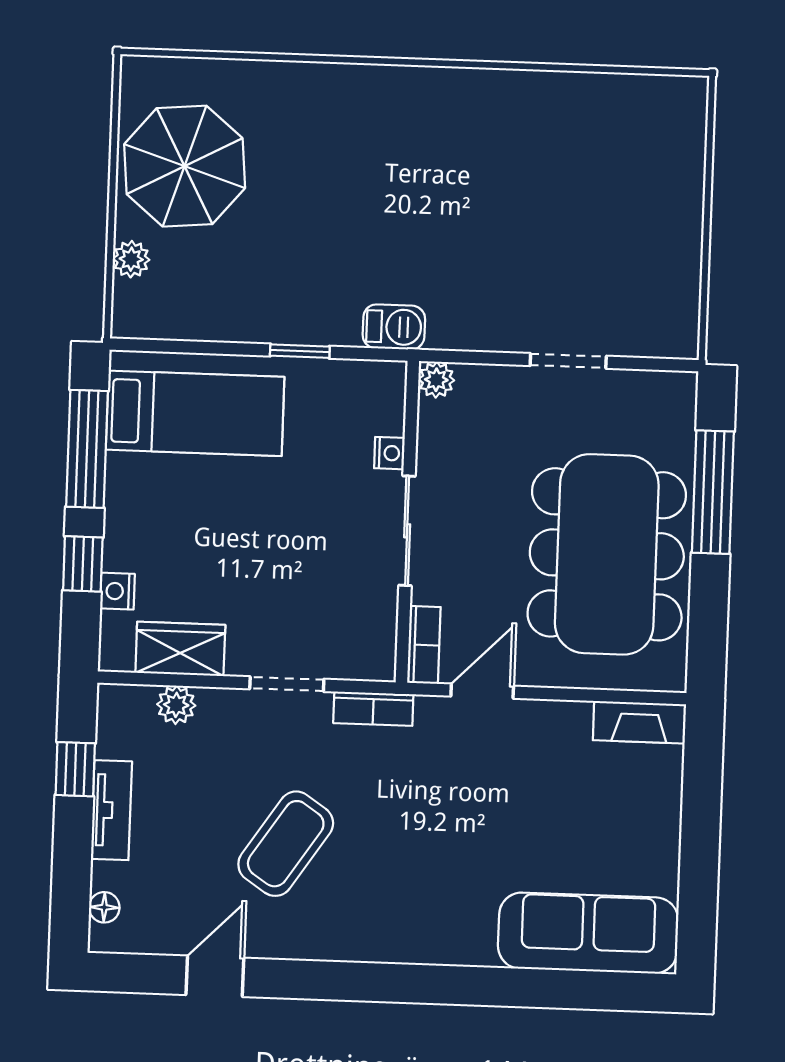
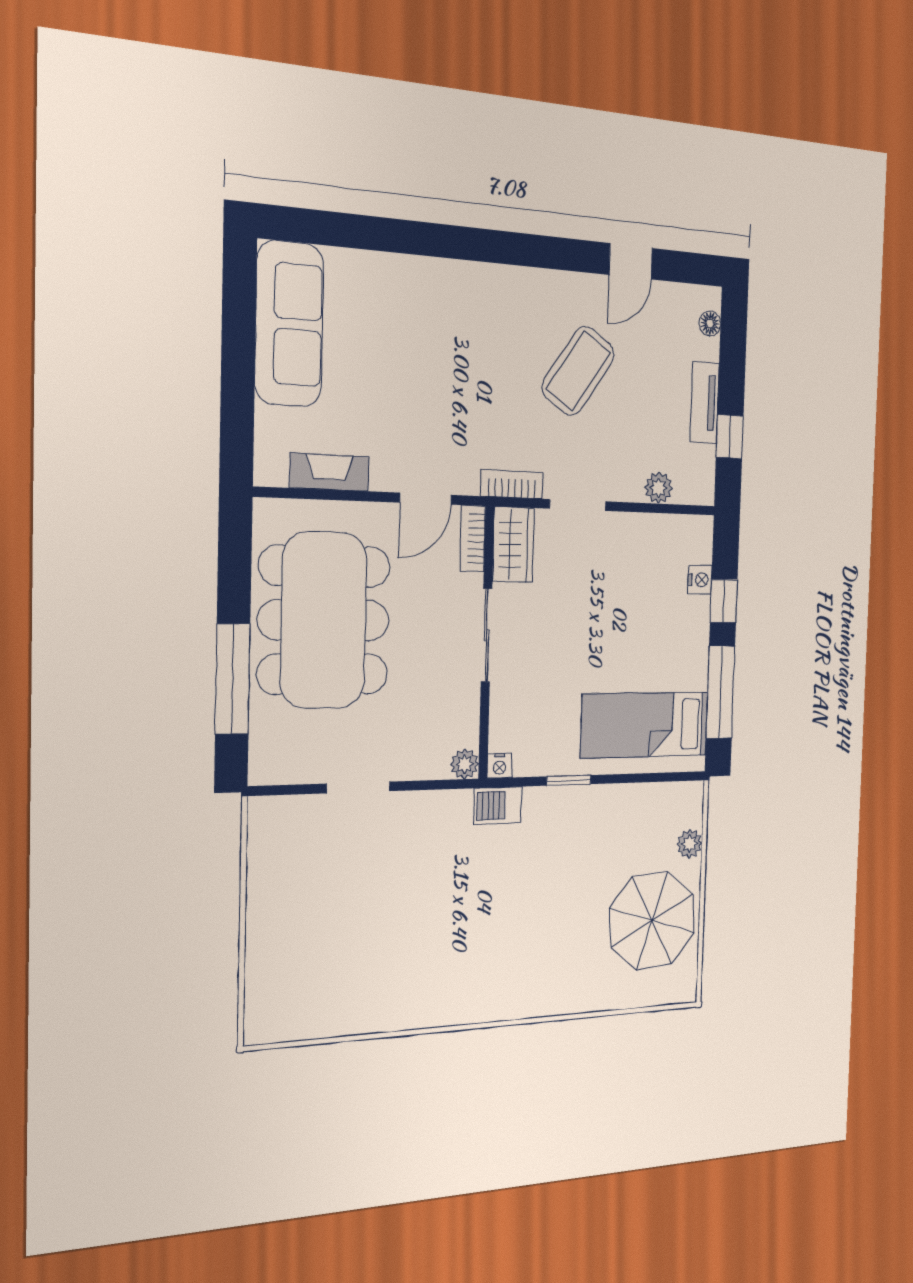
nightstand: (389, 453) -> (500, 766), moved, turned -90
wardrobe: (180, 649) -> (513, 545), moved, turned -90
fireplace: (640, 722) -> (329, 472), moved
sofa: (588, 933) -> (289, 324), moved, turned -90

